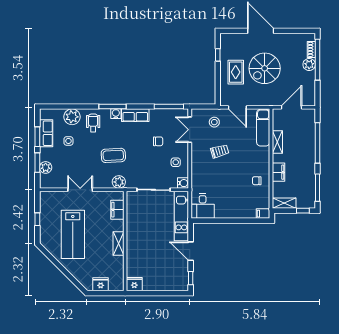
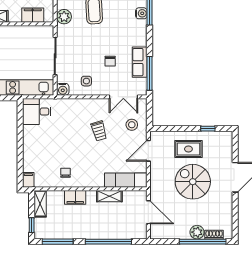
row of seats: (135, 115) -> (140, 62), moved
double door: (190, 130) -> (123, 97), swing flipped

